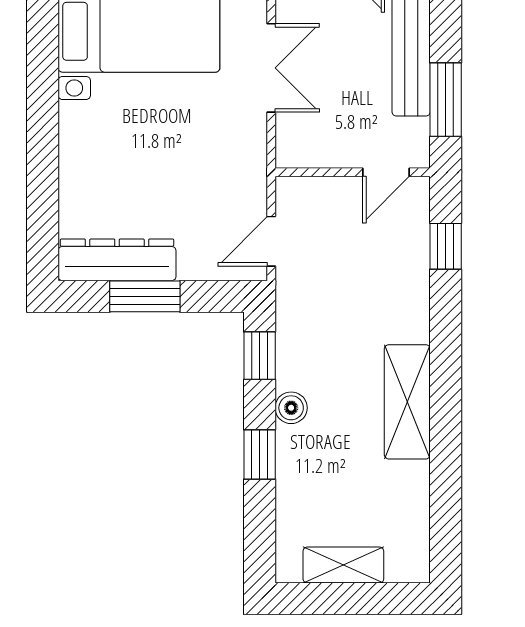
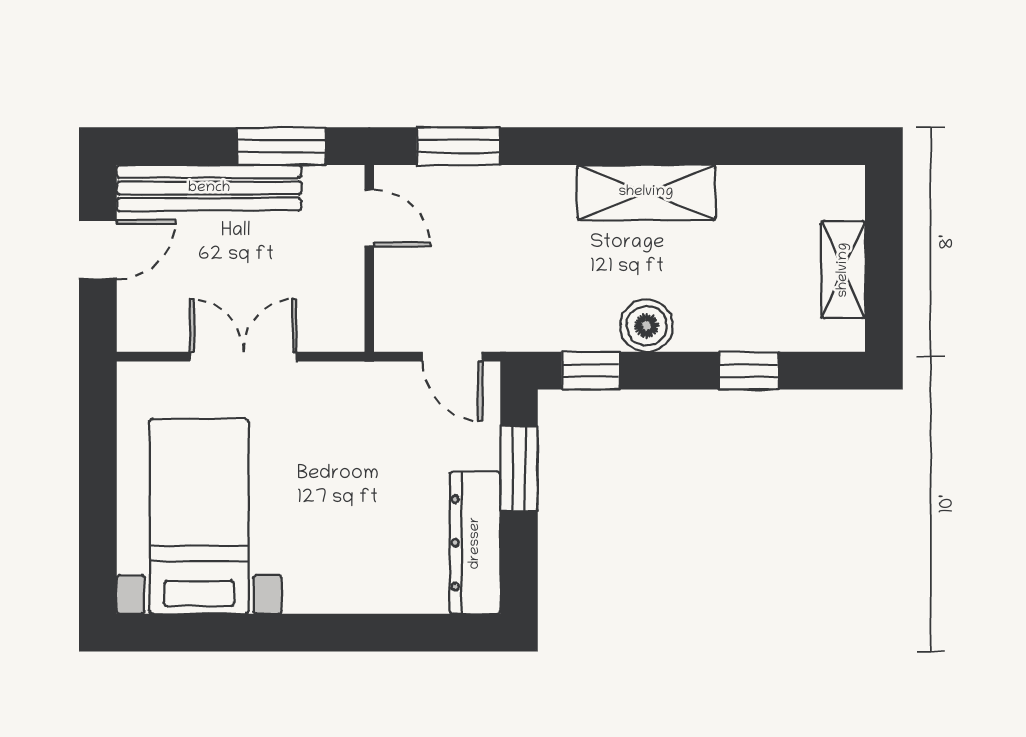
window: (446, 246) -> (458, 146), width x1.50
window: (145, 296) -> (519, 469), moved
boiler: (291, 408) -> (647, 326), width x1.36, depth x1.36
window: (260, 454) -> (749, 371), moved

